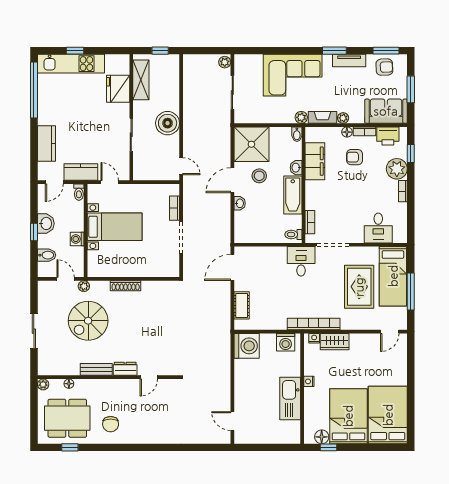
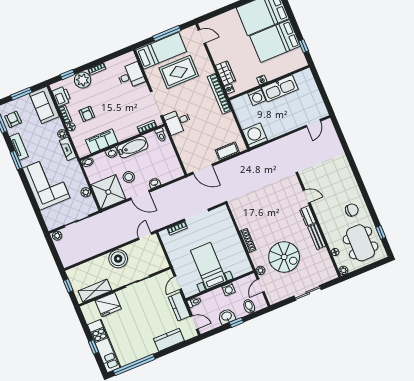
plant: (301, 117) -> (86, 192), moved
washing machine: (286, 342) -> (257, 97), moved, turned 90
floor lamp: (322, 437) -> (298, 54), removed

